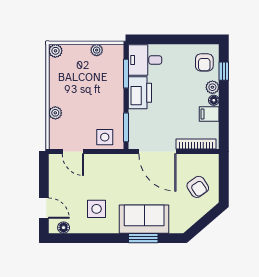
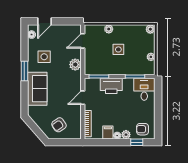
printer: (140, 93) -> (111, 86), moved
side table: (105, 137) -> (118, 49), moved
door: (157, 151) -> (83, 98), width x0.53
plant: (108, 163) -> (75, 65), added
window: (143, 238) -> (24, 71), moved

